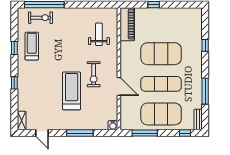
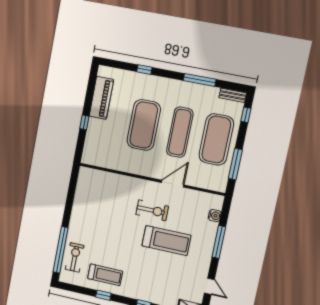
piano: (127, 24) -> (101, 98), moved, turned 90
weight bench: (99, 34) -> (107, 194), removed
treadmill: (32, 46) -> (105, 275), turned 180
treadmill: (72, 91) -> (166, 241), turned 180
water cooler: (113, 125) -> (215, 216), moved
door: (42, 133) -> (209, 286), hinge flipped

